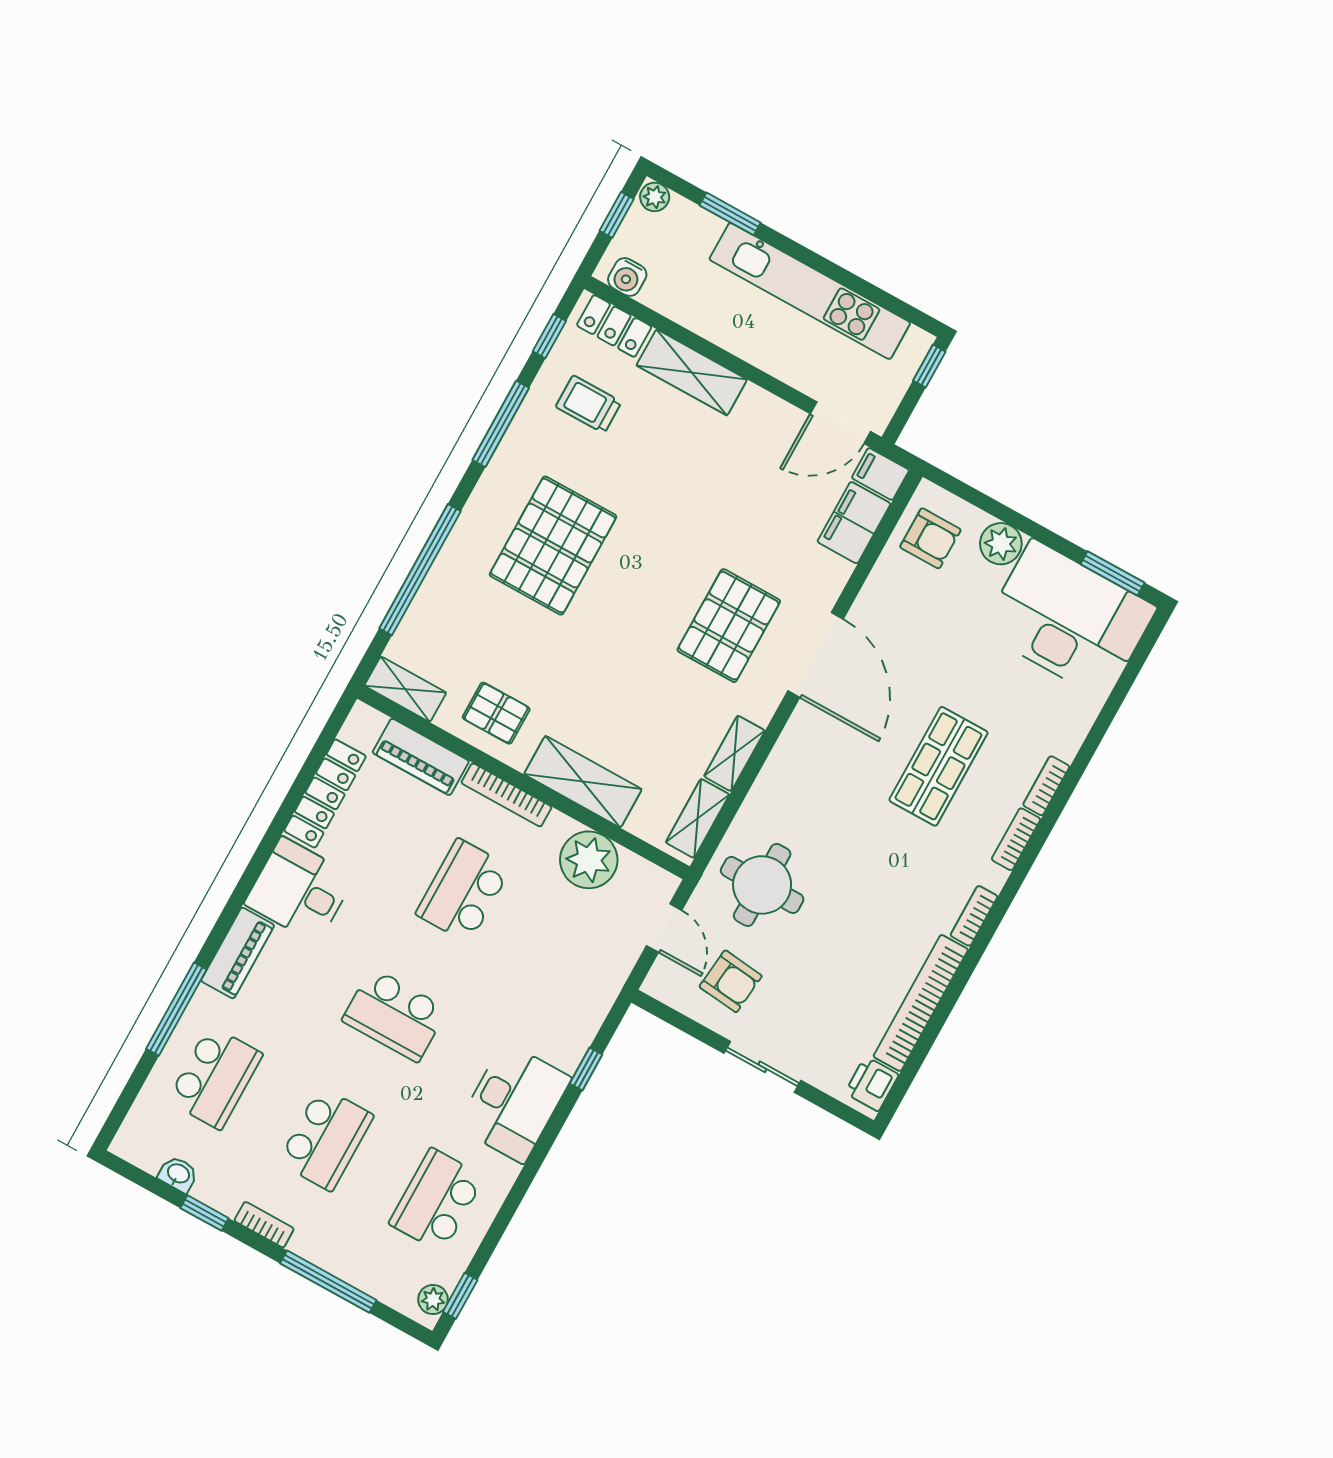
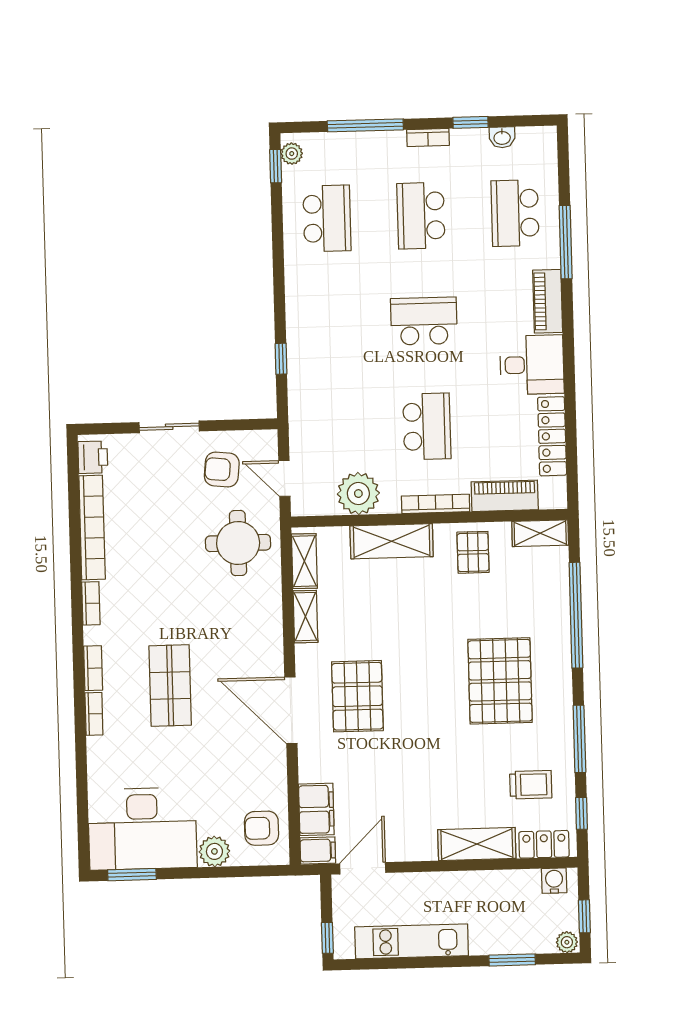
kitchen unit: (810, 291) -> (412, 941), width x0.73
pallet: (496, 713) -> (473, 552), turned 90
desk: (514, 1102) -> (314, 310), removed

